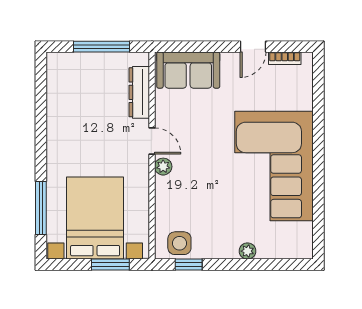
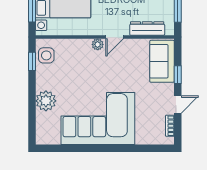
window: (208, 47) -> (178, 75), added
door: (253, 47) -> (178, 105), swing flipped
plant: (247, 251) -> (46, 101), width x1.88, depth x1.88

